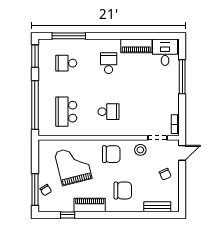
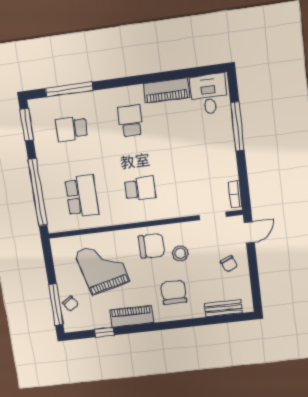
school desk: (66, 112) -> (82, 196), turned 180
stool: (140, 150) -> (180, 253), moved
chair: (123, 191) -> (174, 292), turned -90

